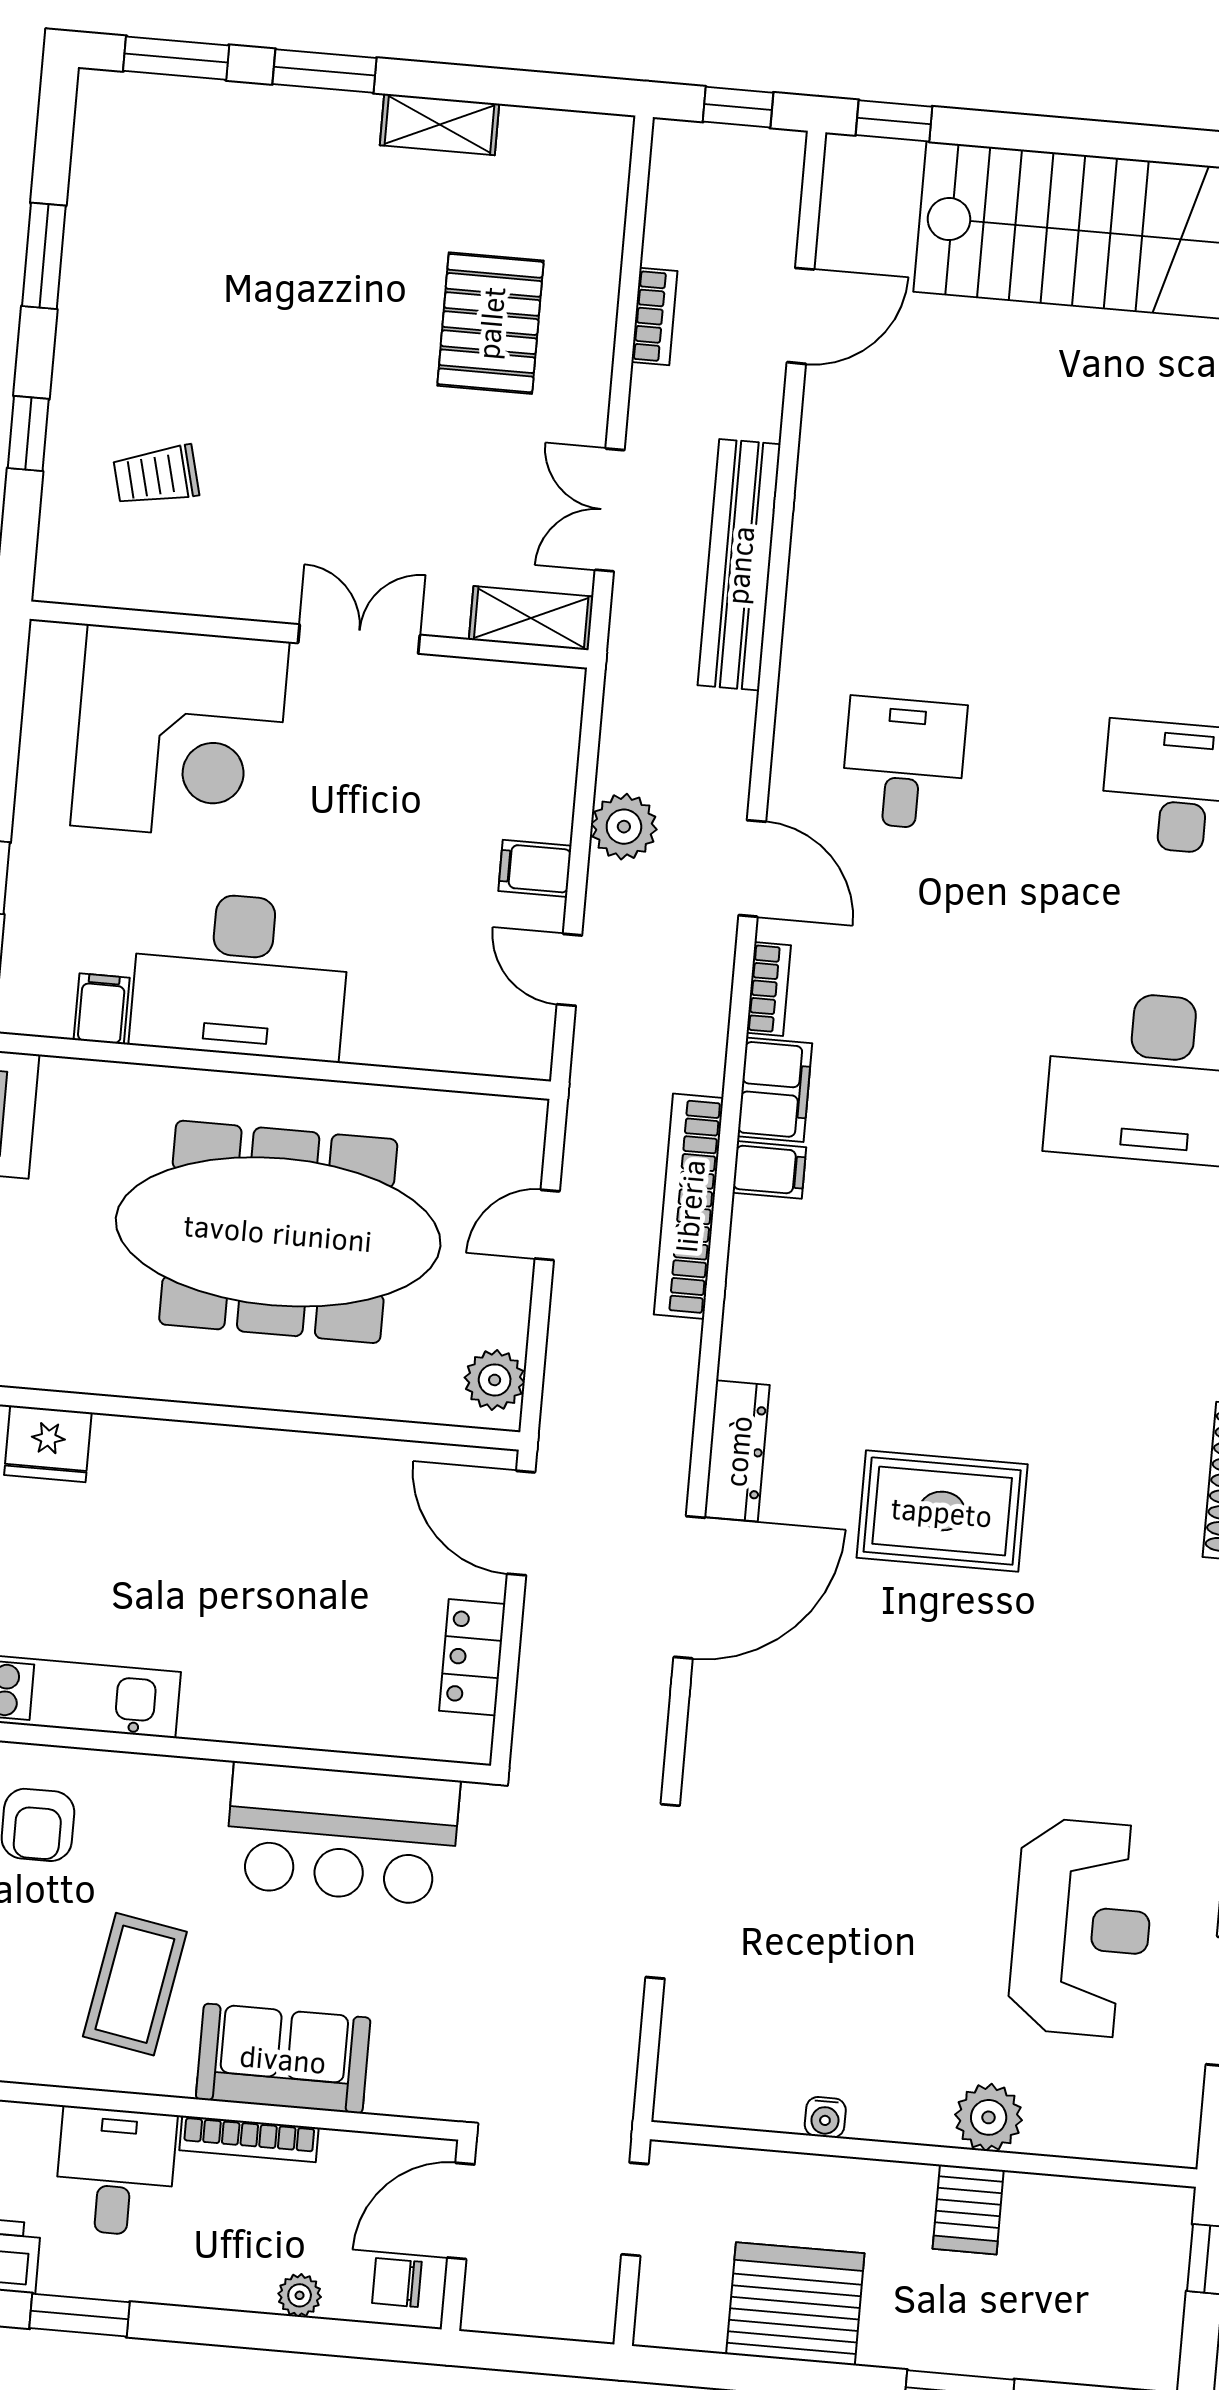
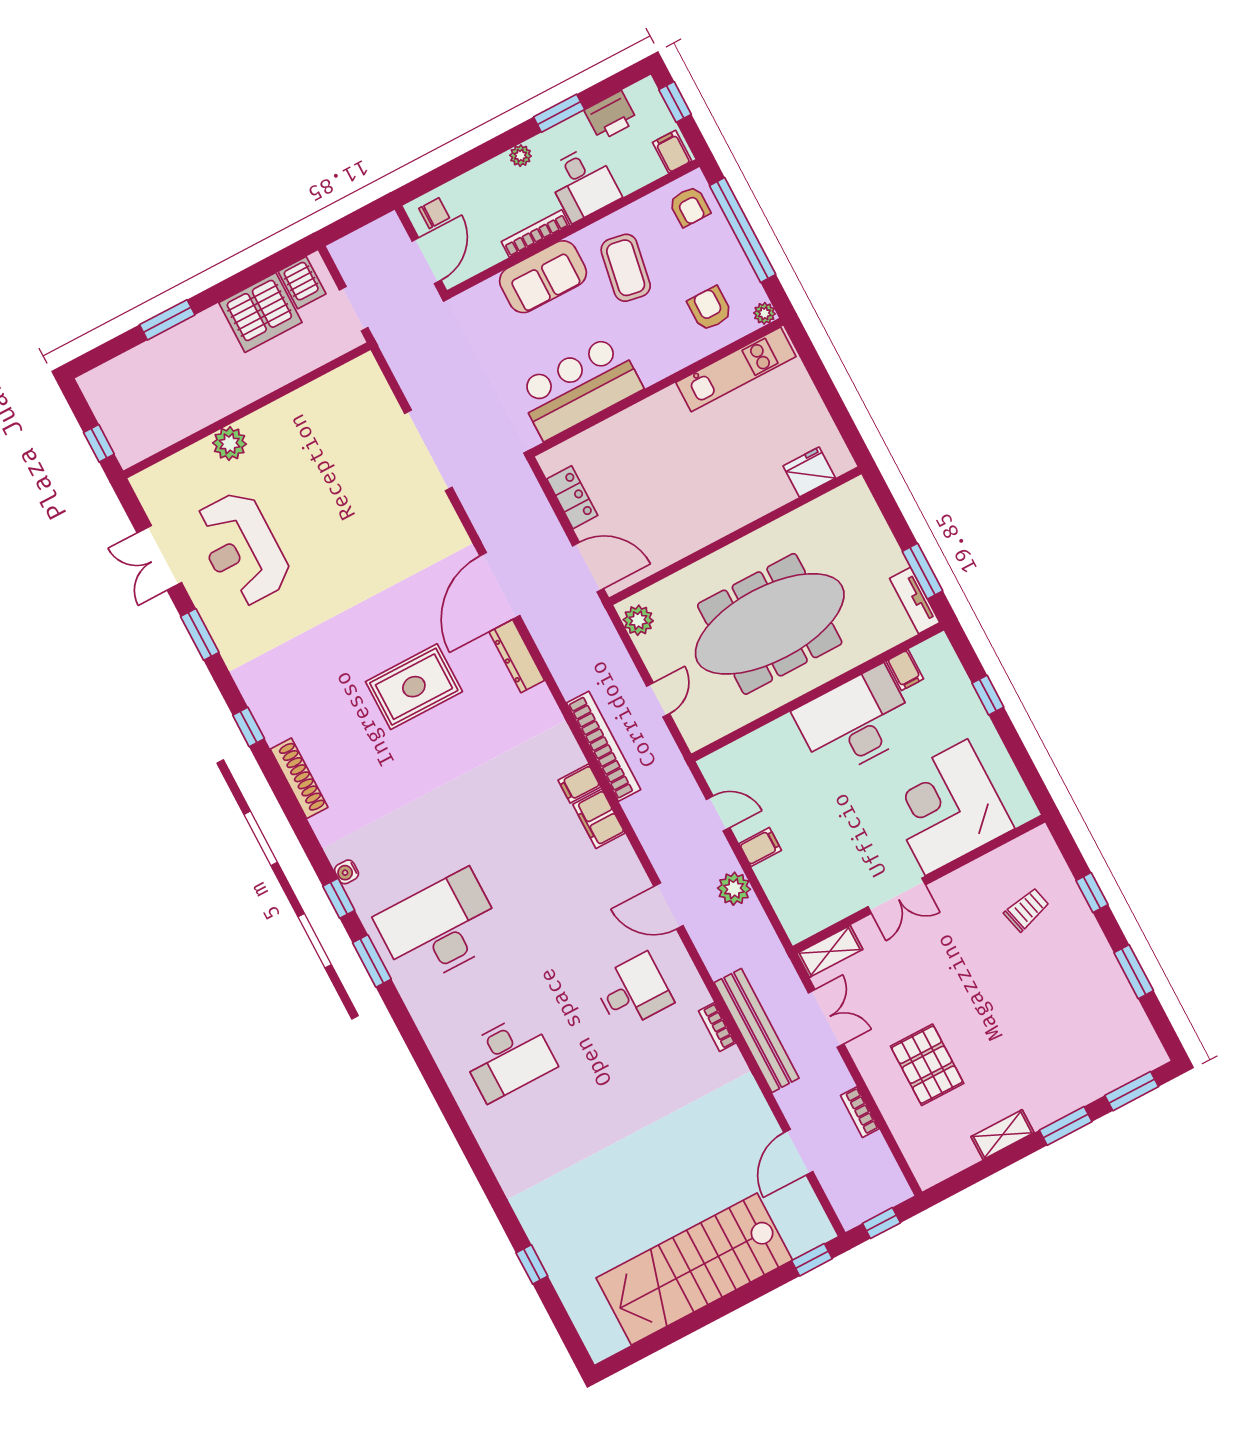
desk: (904, 763) -> (633, 991), turned -90
bookcase: (769, 989) -> (717, 1027), moved
water cooler: (825, 2117) -> (298, 399), removed
server rack: (968, 2209) -> (302, 283), moved, turned 180
plant: (300, 2295) -> (520, 156), moved

